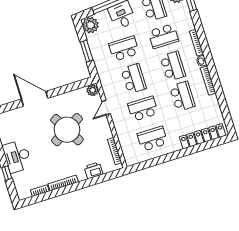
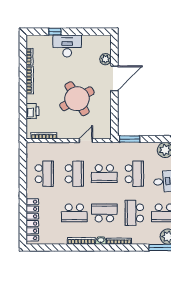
window: (87, 51) -> (130, 139), moved
school desk: (173, 66) -> (104, 213), turned 180
plant: (93, 90) -> (106, 59), moved
door: (106, 108) -> (86, 141), hinge flipped

